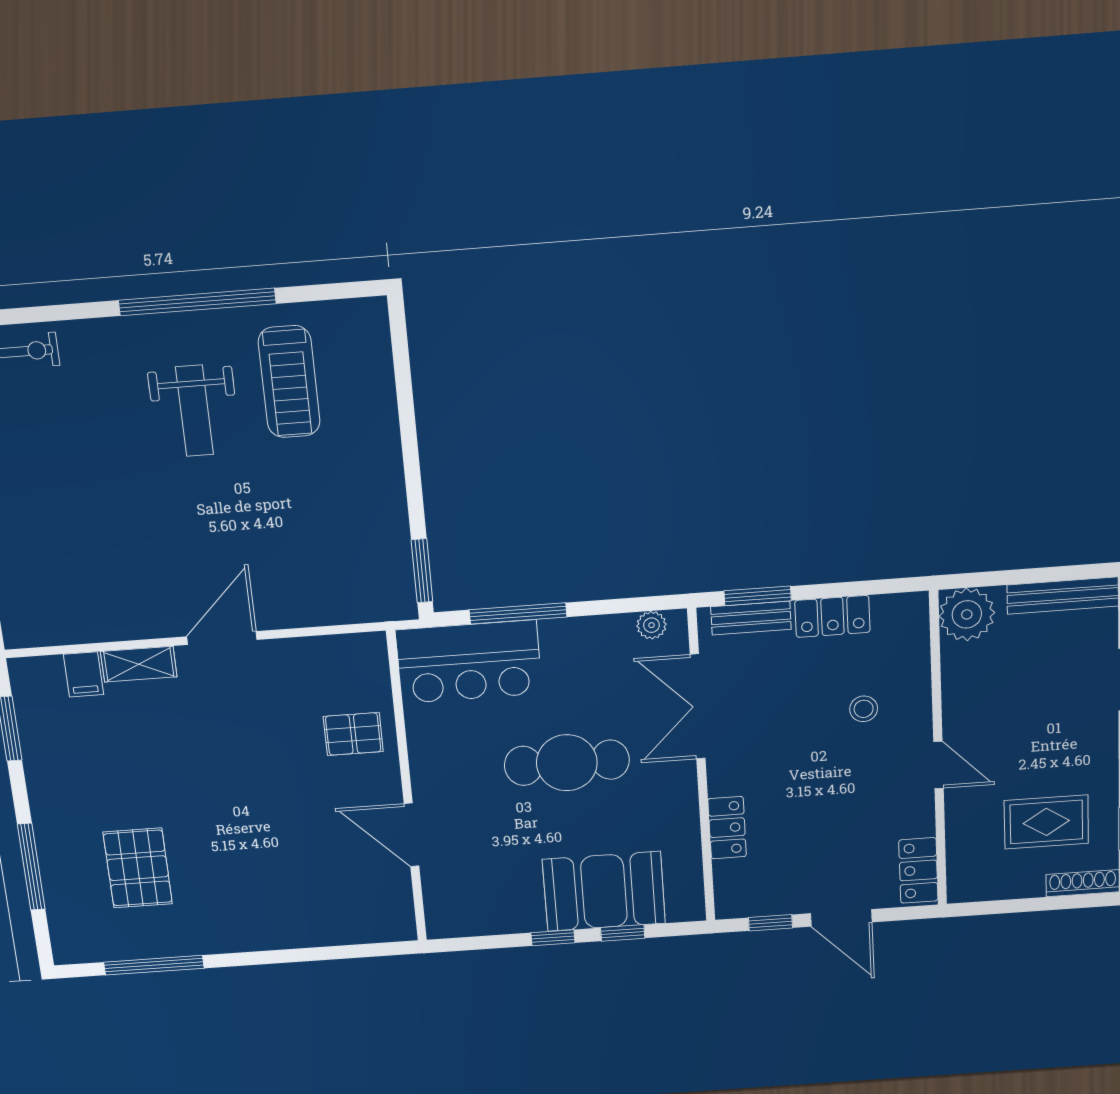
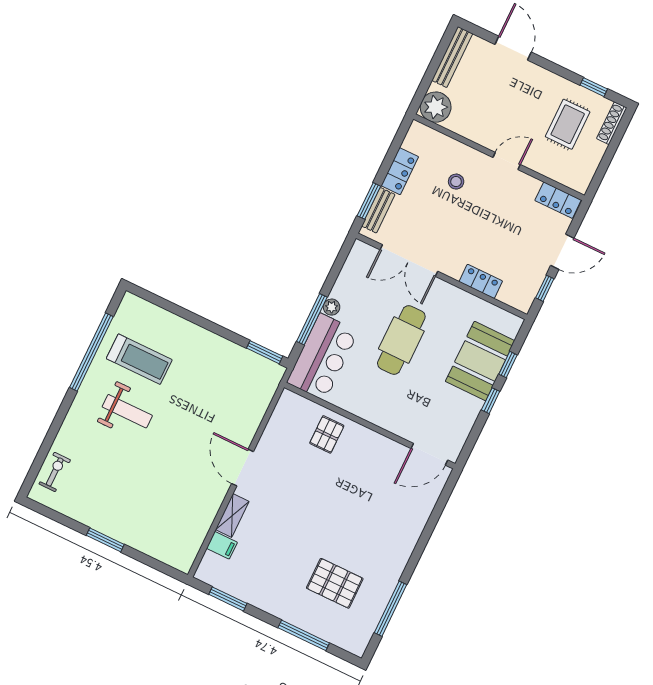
window: (197, 302) -> (91, 352), moved
plant: (651, 625) -> (332, 307), moved
door: (411, 835) -> (429, 454), moved

